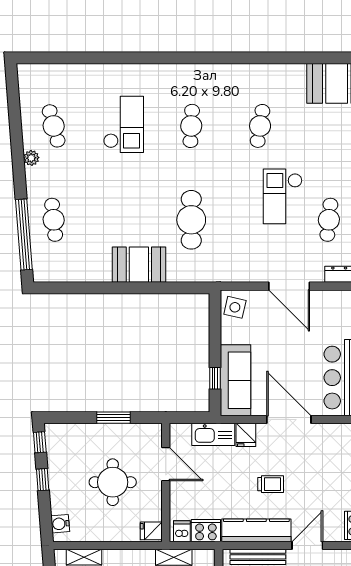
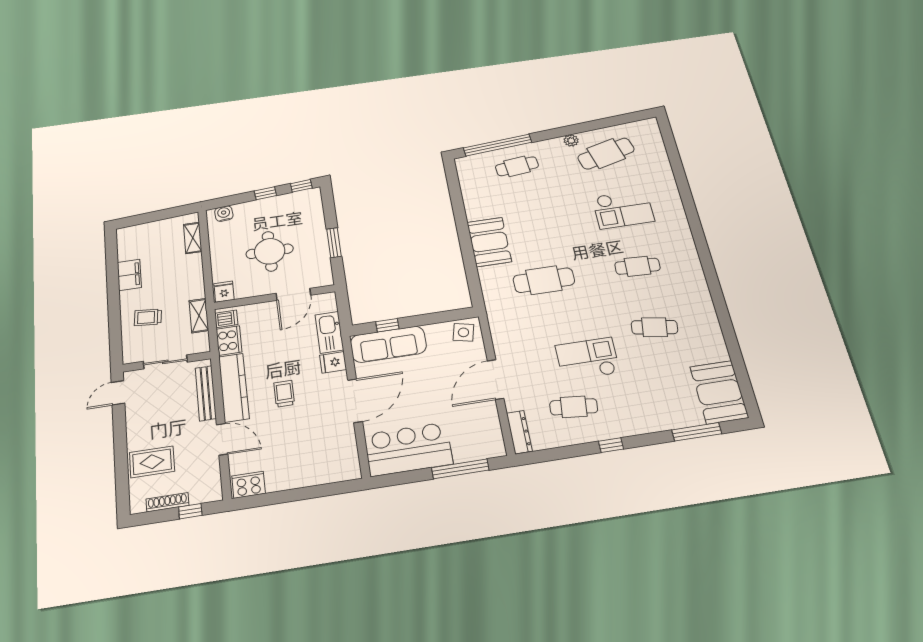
cafe table: (54, 126) -> (606, 154), width x1.37, depth x1.35
trolley: (271, 484) -> (284, 394), turned 180

